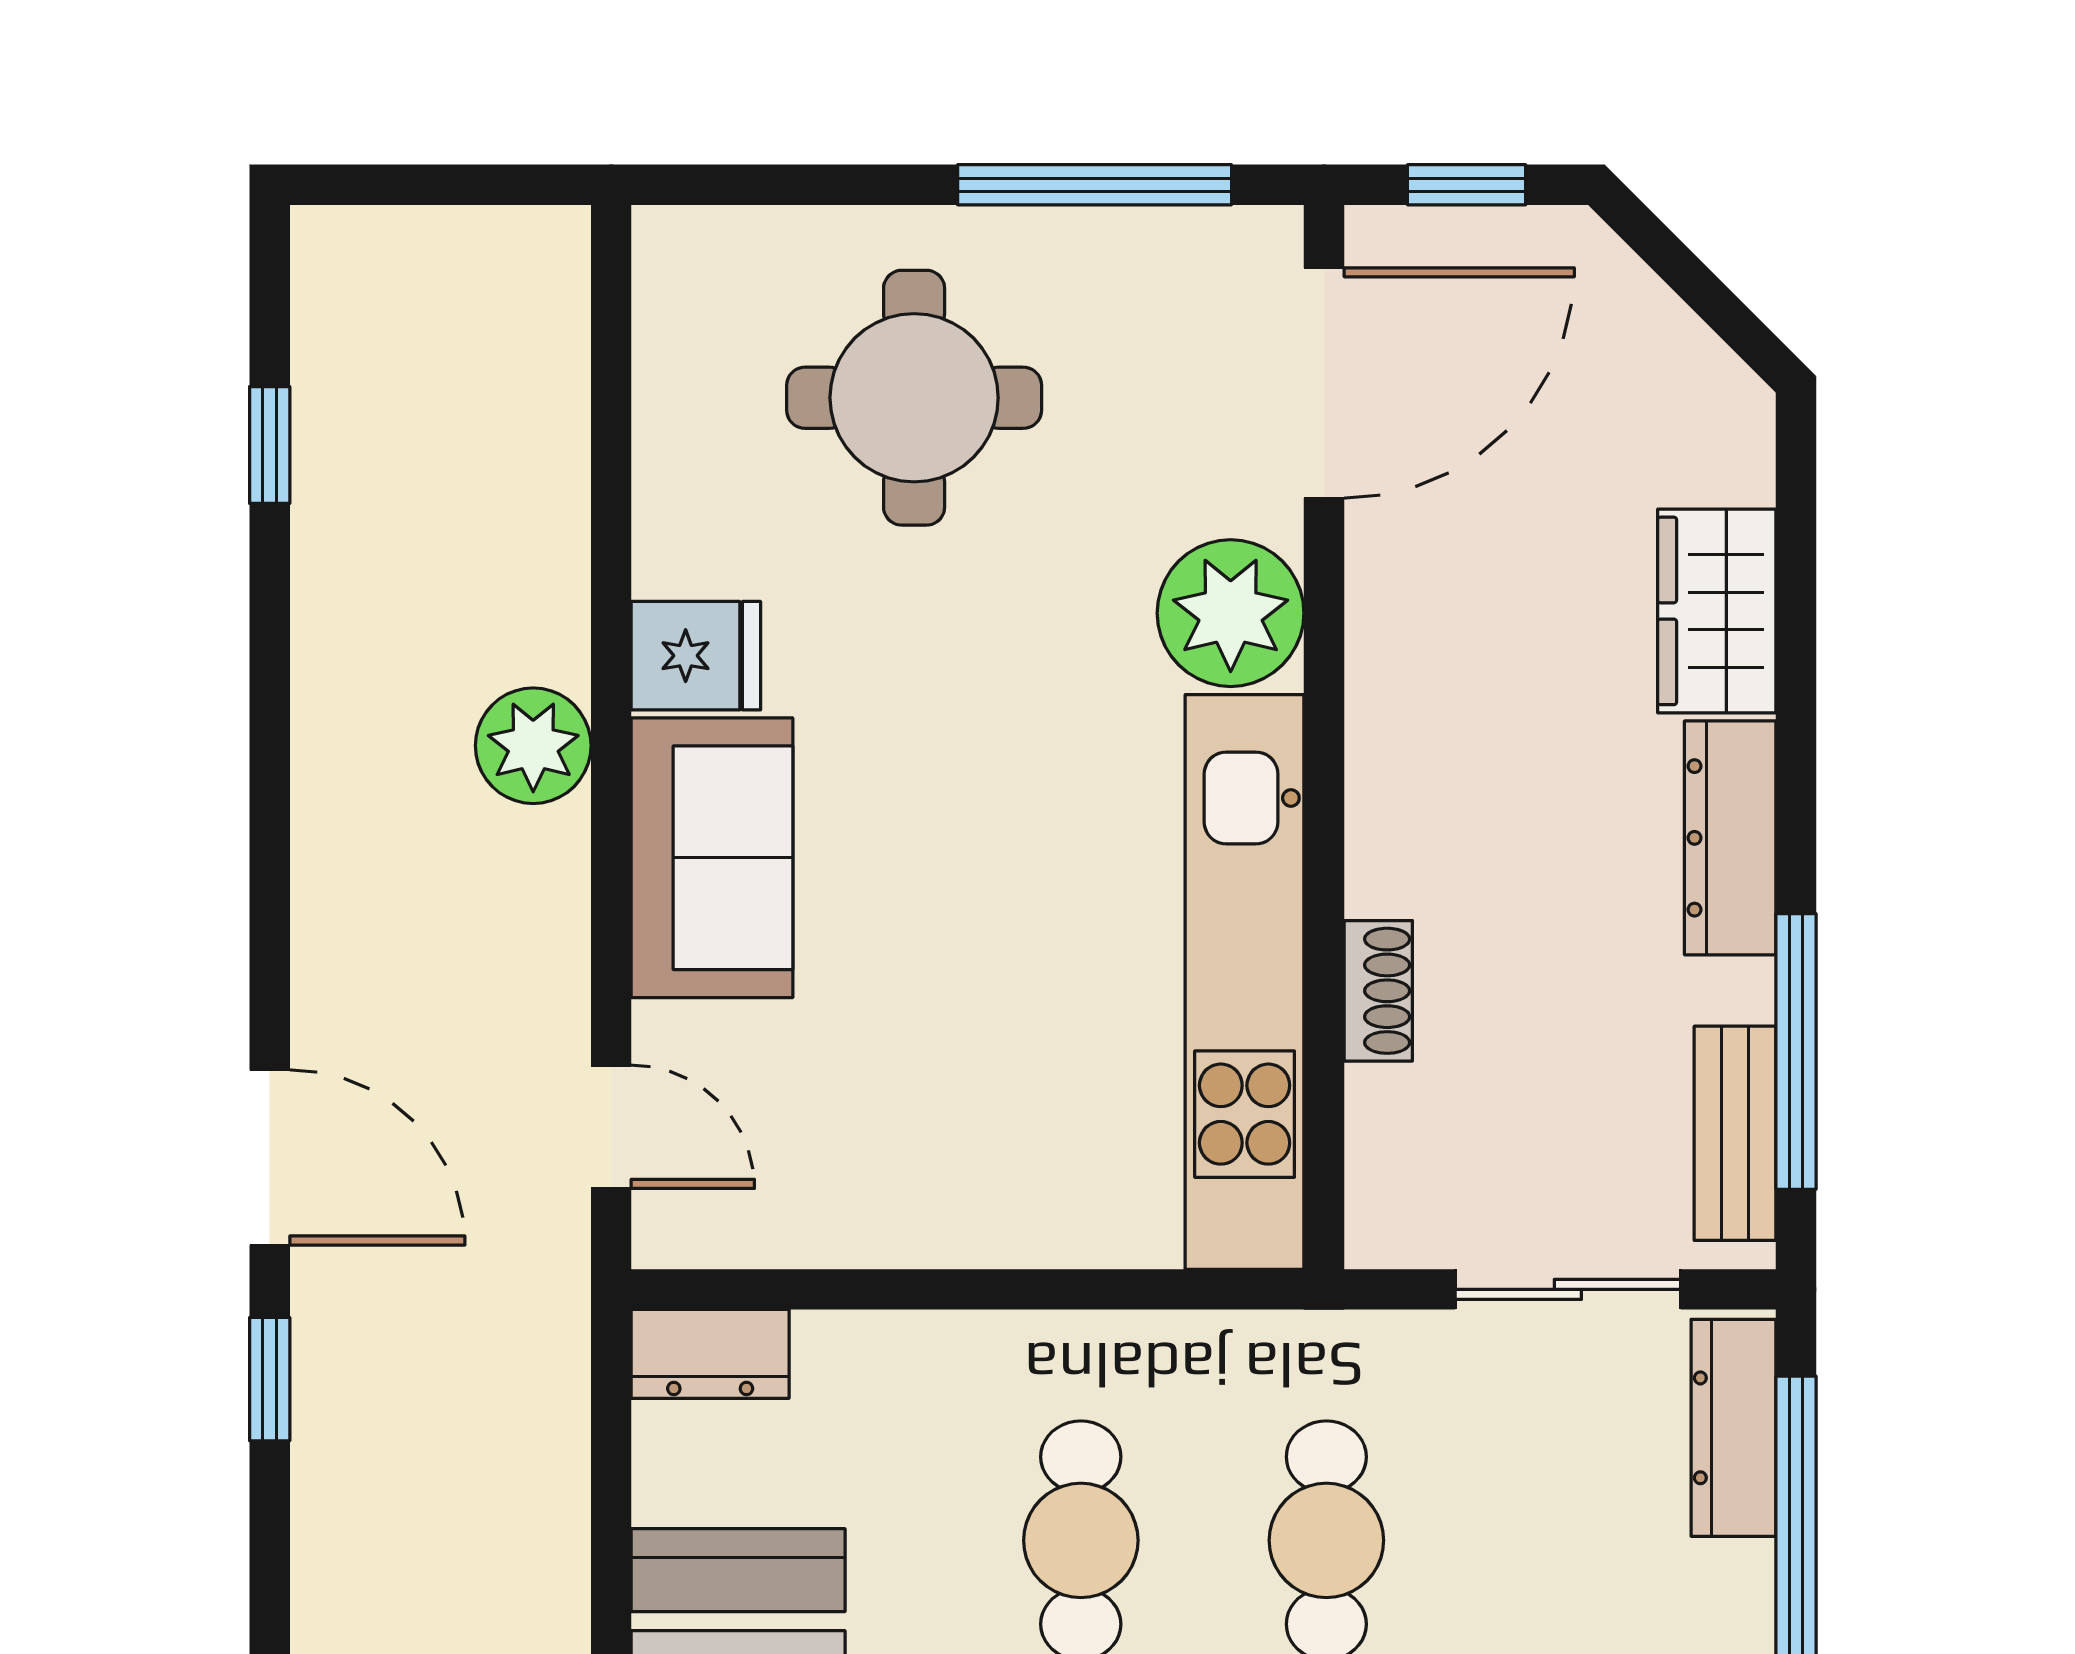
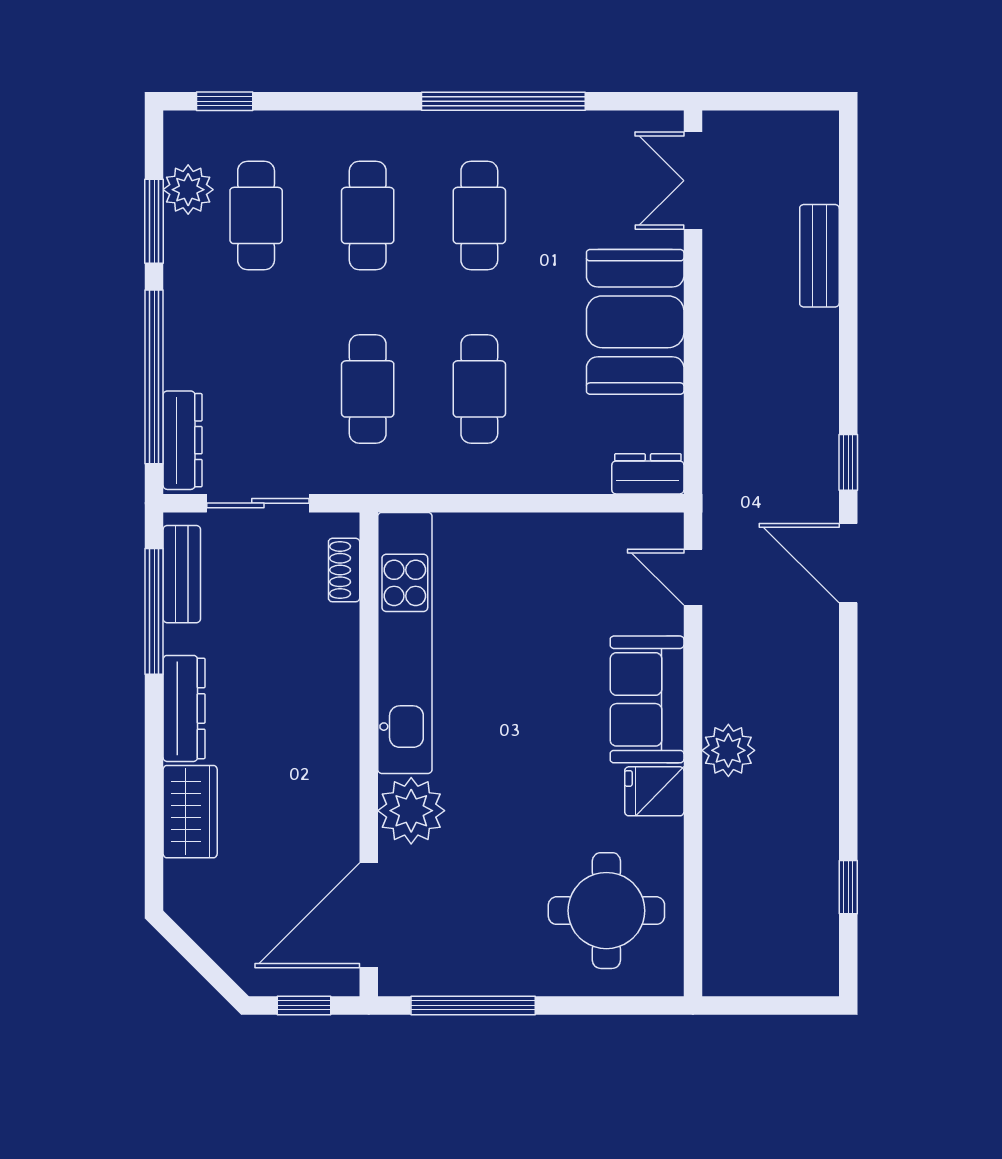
round table: (914, 398) -> (606, 911), moved
shoe rack: (1378, 991) -> (344, 570), moved

